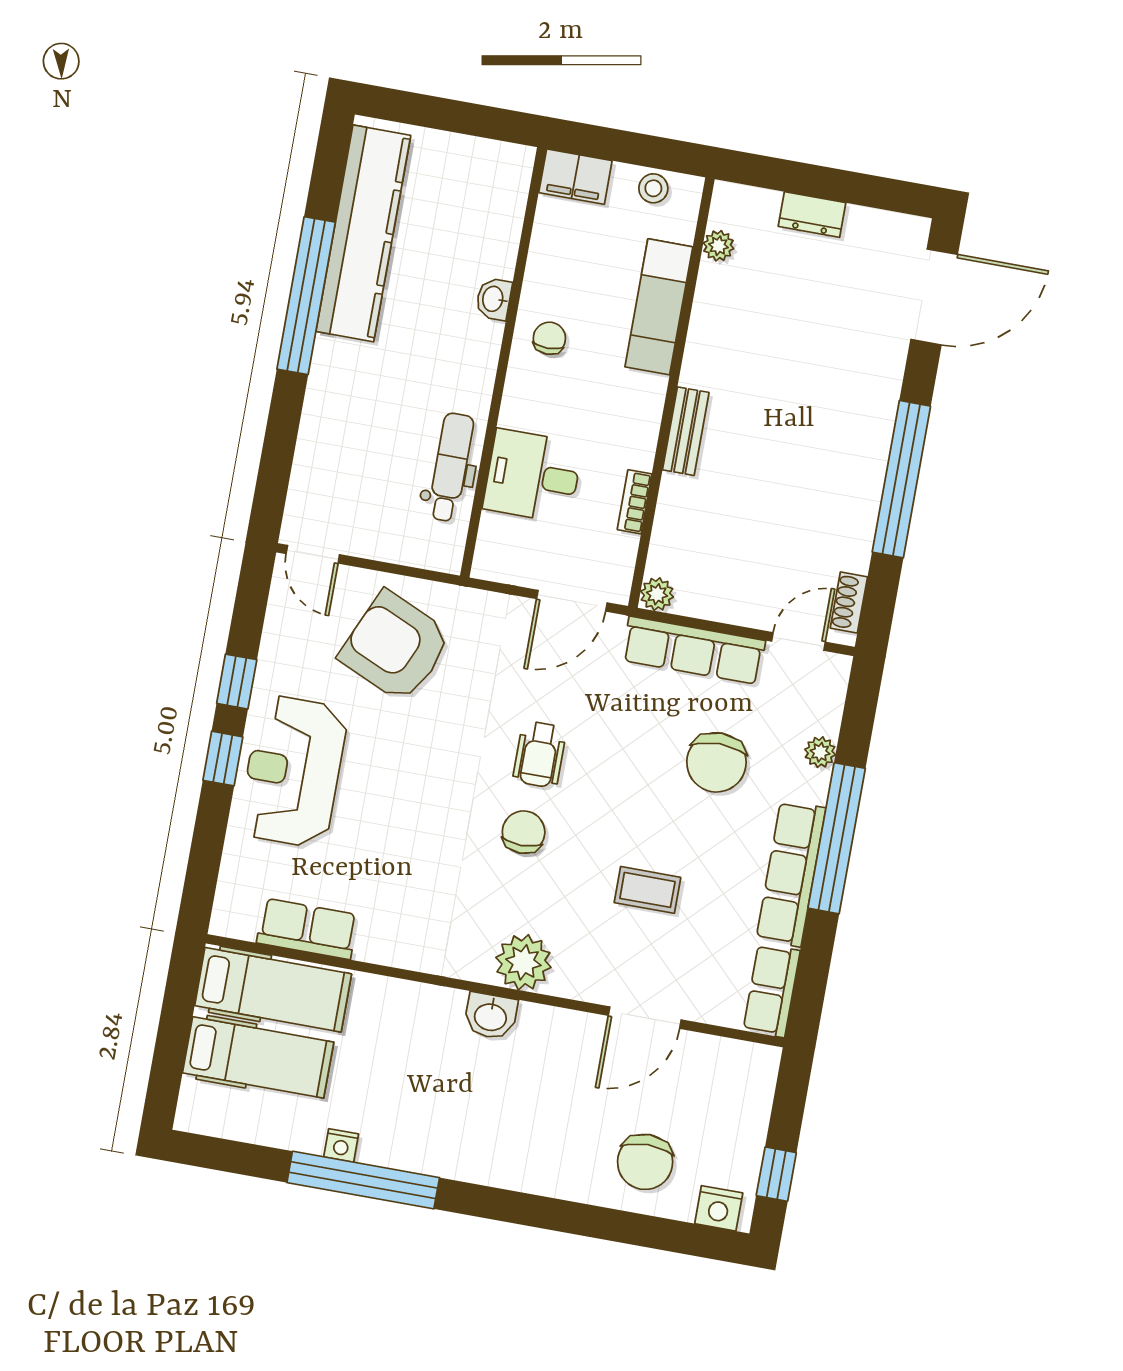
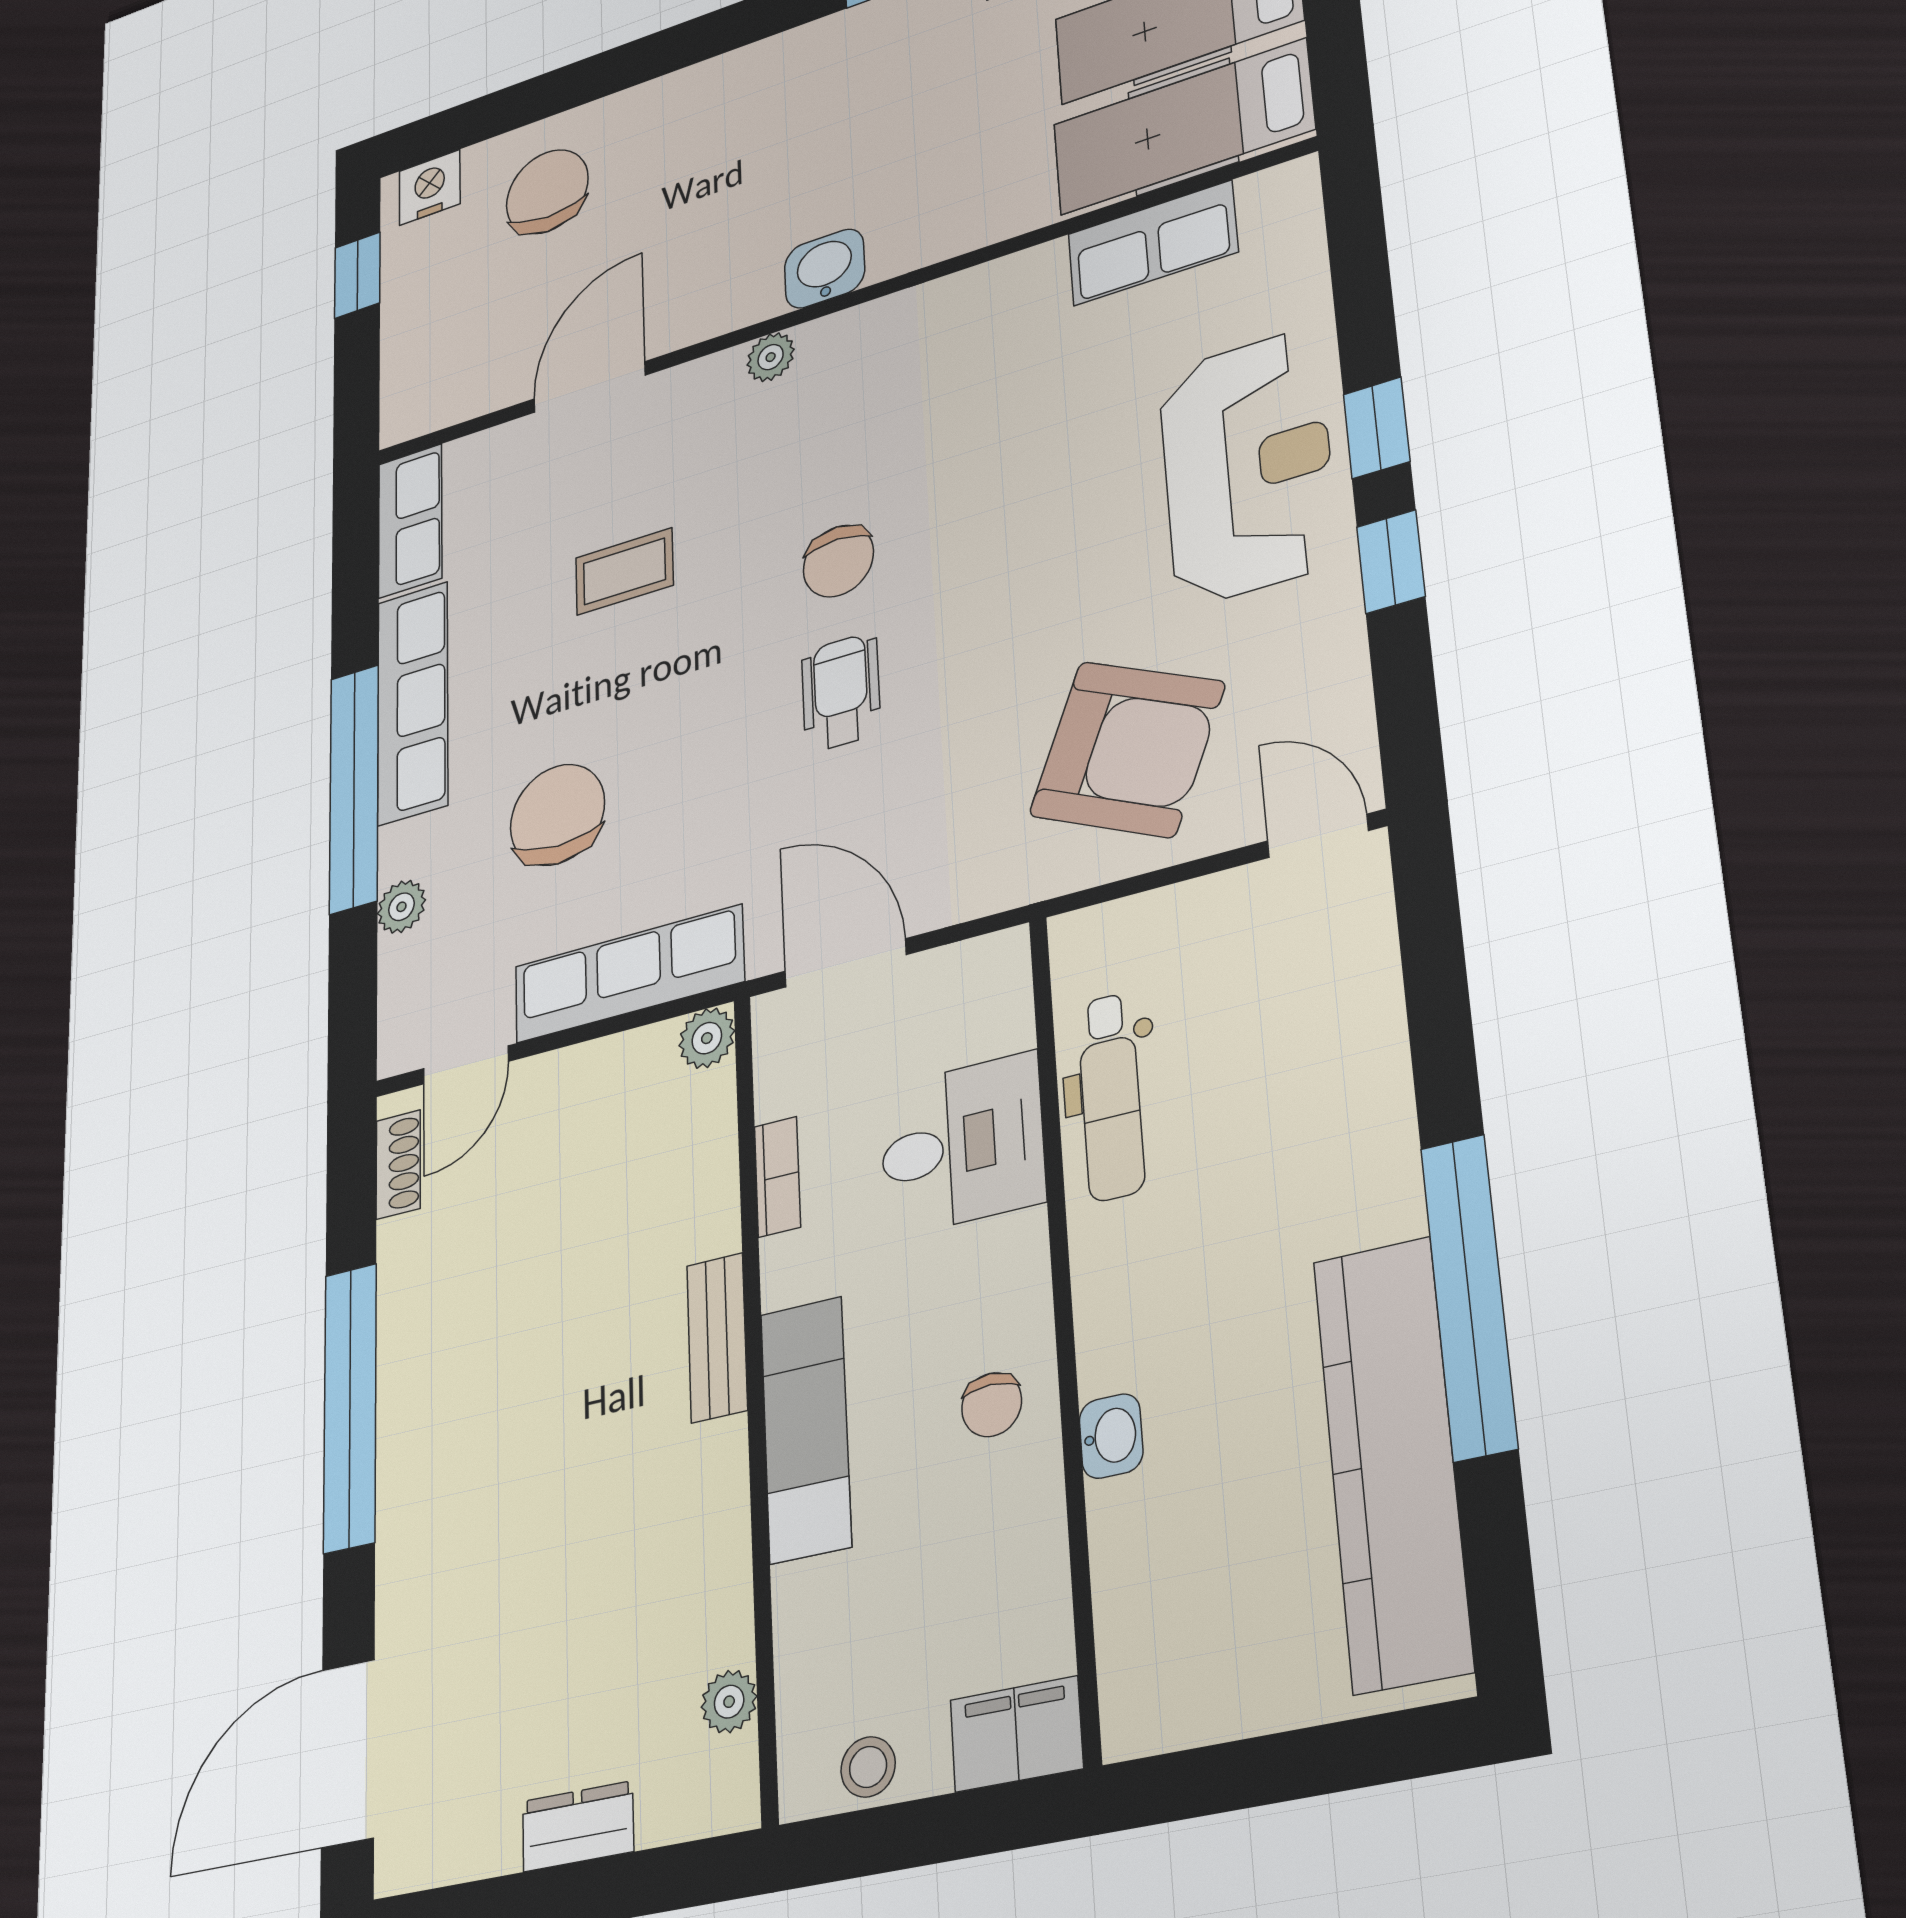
exam couch: (659, 307) -> (806, 1429), moved
door: (572, 601) -> (845, 963), hinge flipped
plant: (523, 962) -> (771, 357), width x0.53, depth x0.53

